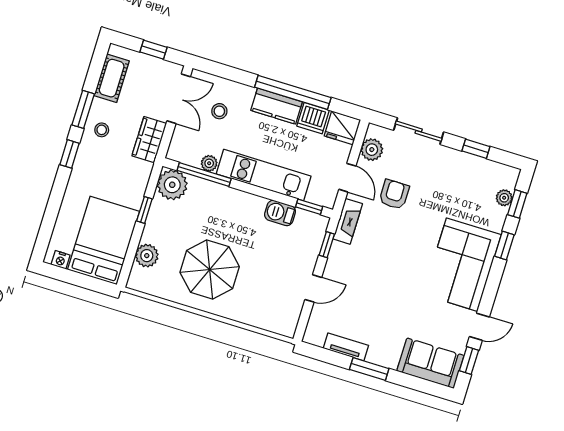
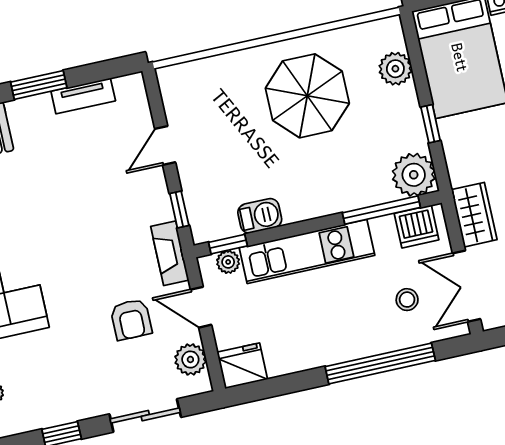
window: (293, 92) -> (380, 363), moved
kitchen counter: (277, 106) -> (340, 346), removed
dishwasher: (313, 118) -> (417, 227), moved, turned 180
plant: (209, 163) -> (228, 262), moved

